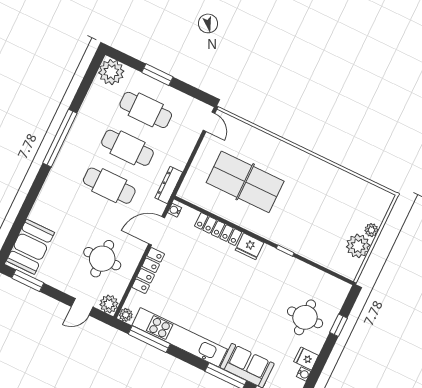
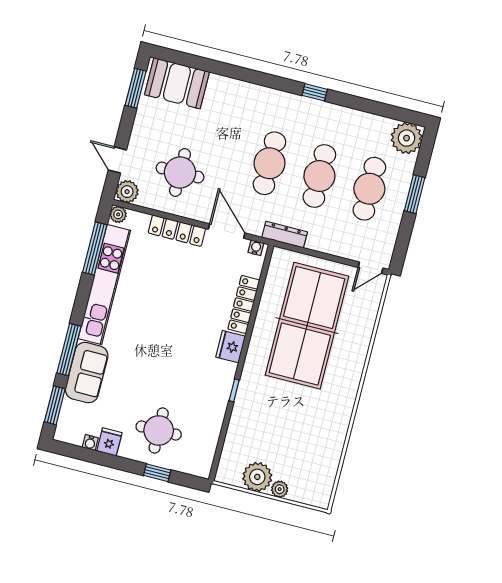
window: (60, 138) -> (315, 92), width x0.32
table tennis table: (245, 182) -> (307, 326), width x1.36, depth x1.32

